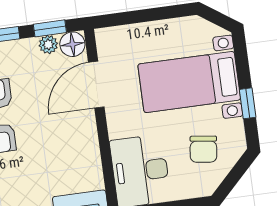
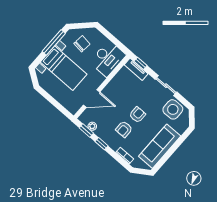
floor lamp: (72, 44) -> (85, 118), removed
window: (248, 103) -> (54, 42), width x2.17

